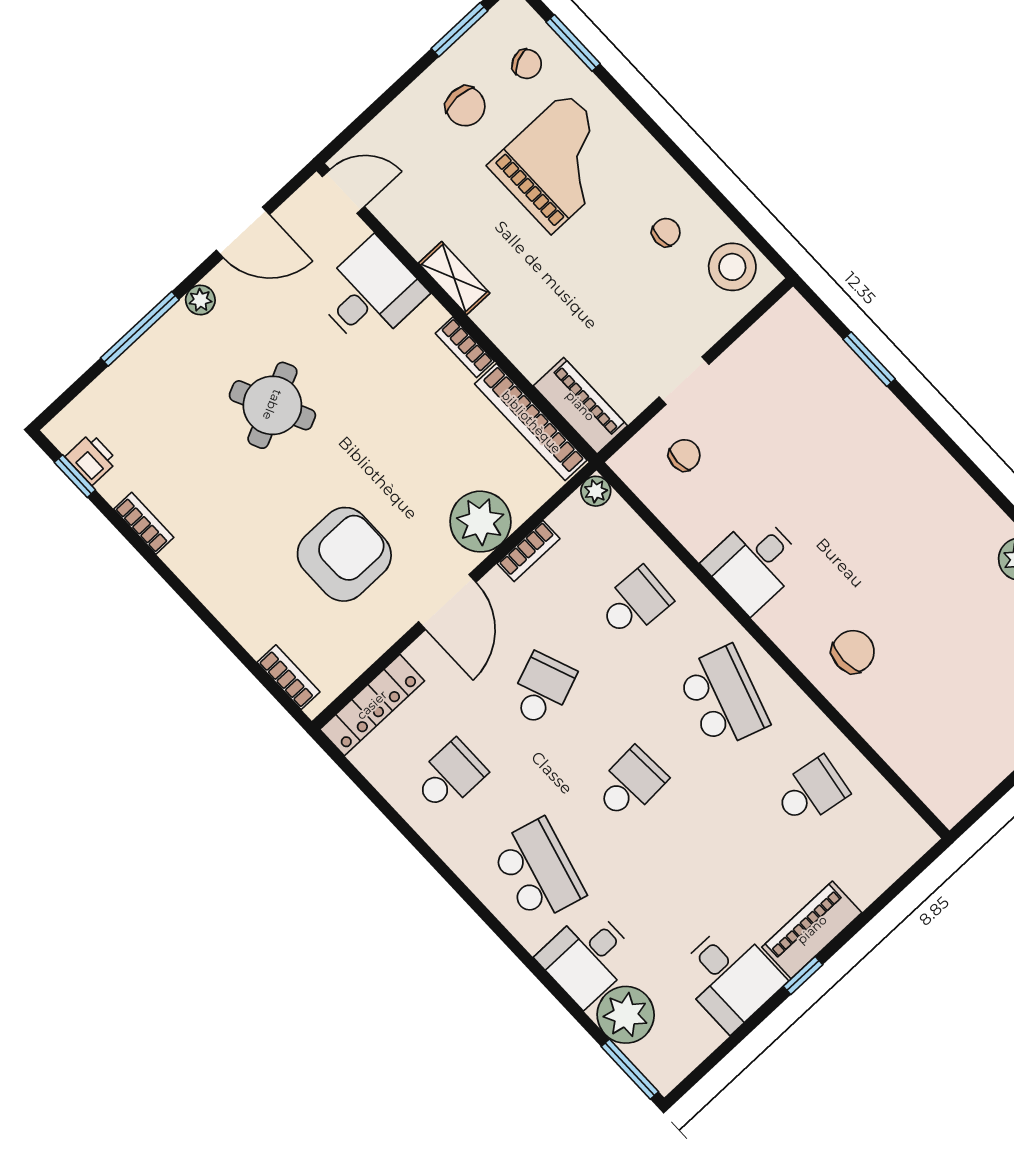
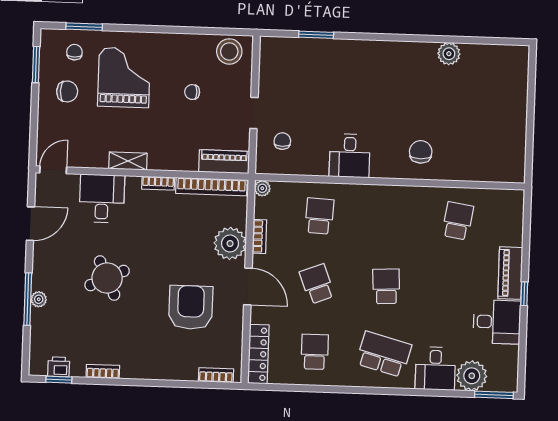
chair: (527, 64) -> (74, 52), turned -65
chair: (666, 232) -> (192, 92), moved, turned -90
plant: (200, 300) -> (39, 299), moved
school desk: (723, 697) -> (389, 218), removed

